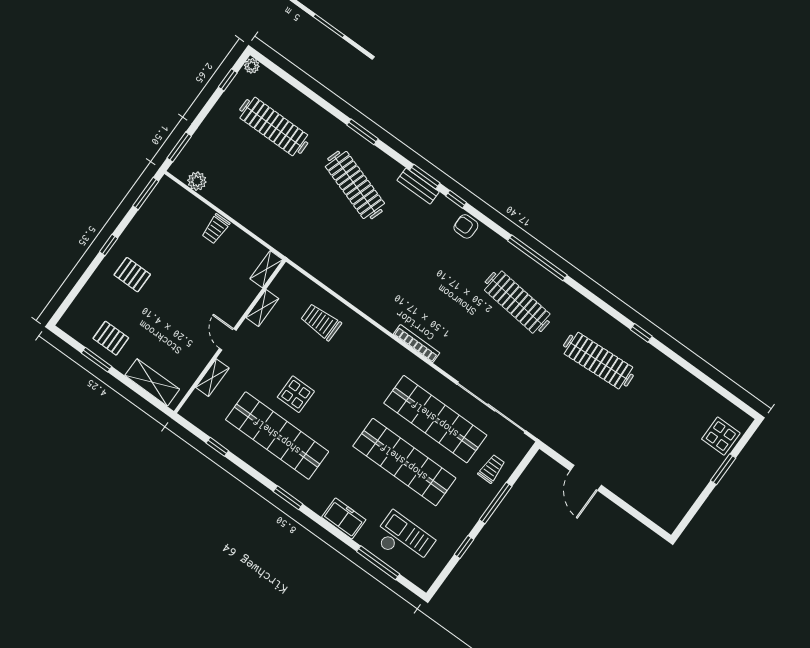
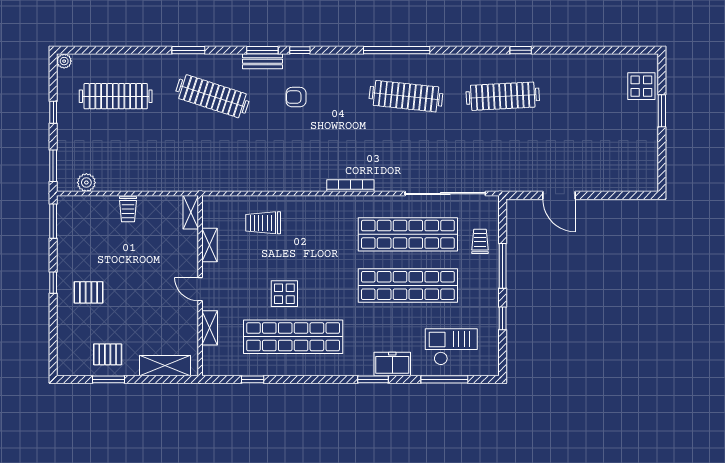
window: (228, 80) -> (53, 112), moved
armchair: (466, 226) -> (296, 97), moved
window: (288, 498) -> (373, 379), moved

